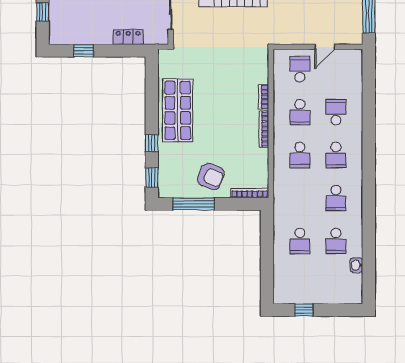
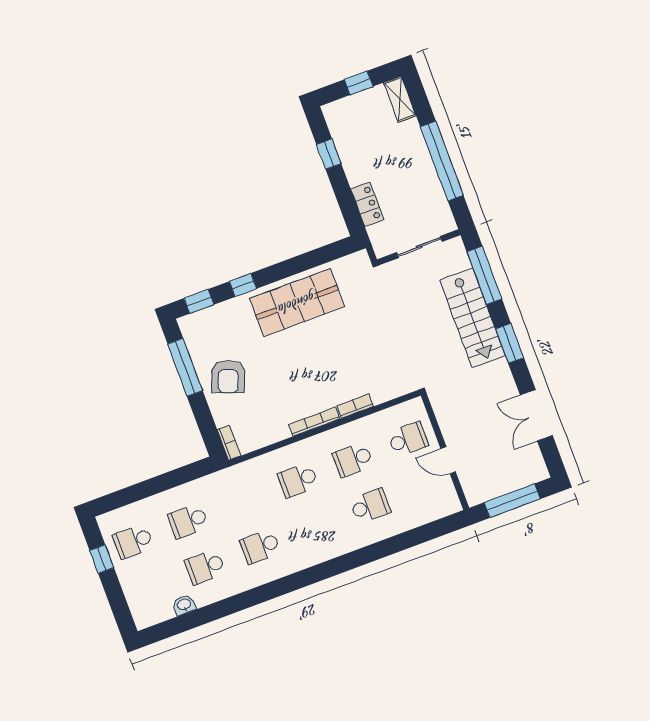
school desk: (336, 155) -> (133, 541), moved
bookcase: (250, 193) -> (229, 443), width x0.64

